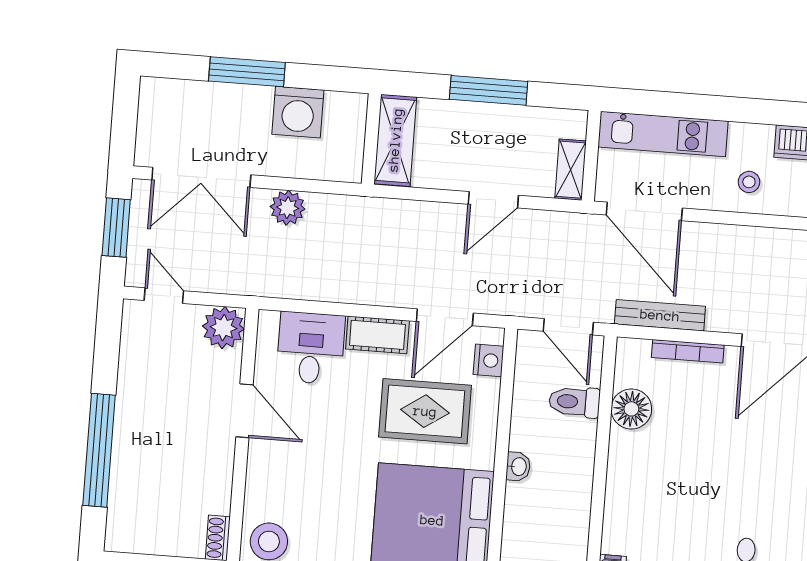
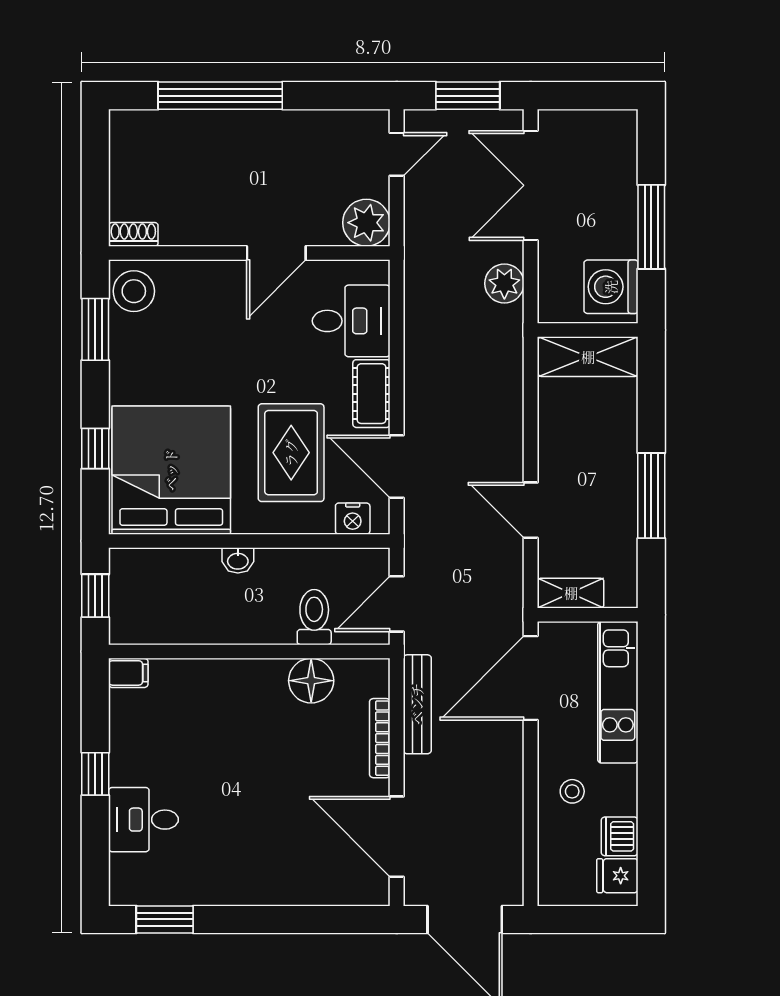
wall: (371, 139) -> (588, 330), moved
shelving: (395, 140) -> (588, 357), moved

